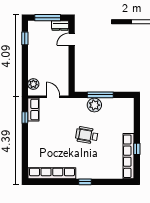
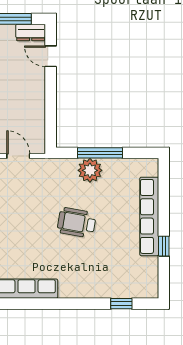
door: (72, 39) -> (51, 56), hinge flipped
row of seats: (129, 156) -> (149, 216), moved
window: (85, 182) -> (121, 304), moved

